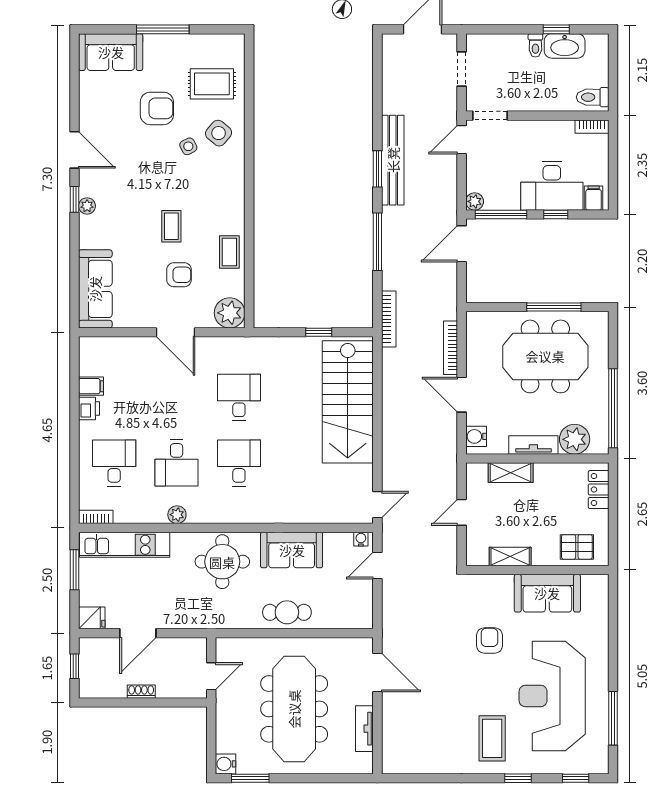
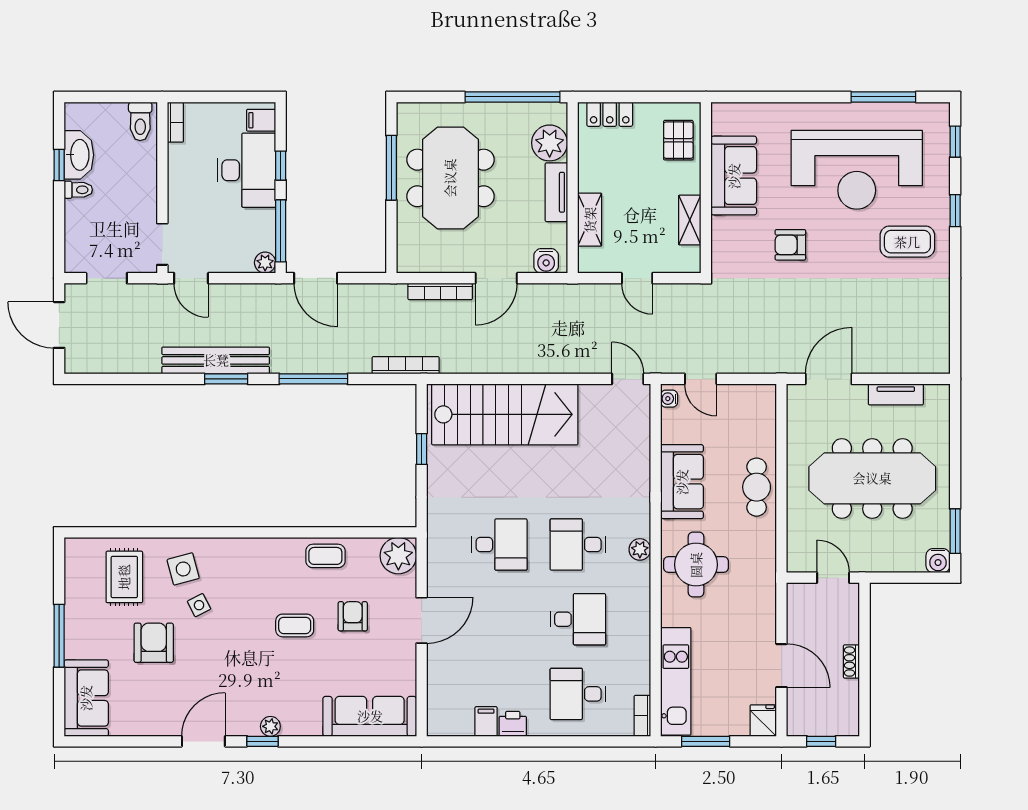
side table: (219, 133) -> (183, 569), turned 35
desk: (239, 397) -> (499, 545), turned 180
plant: (177, 515) -> (640, 549), moved

